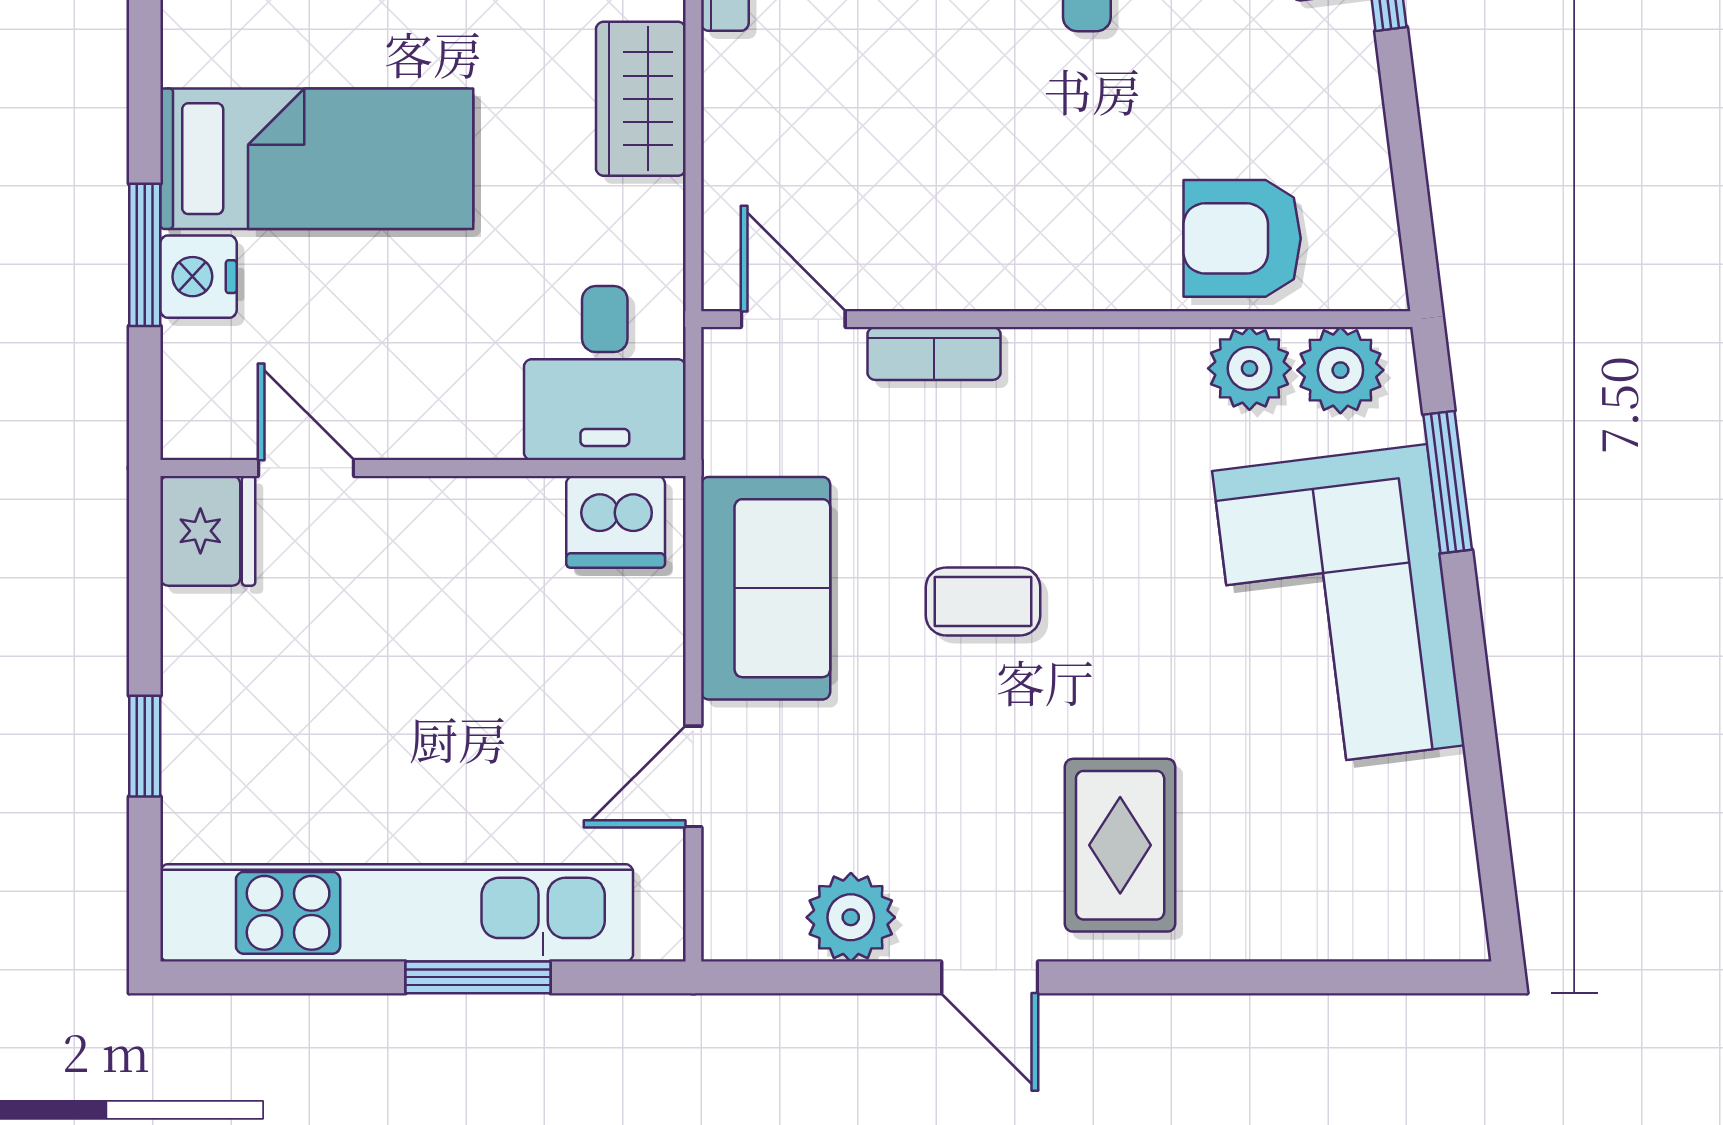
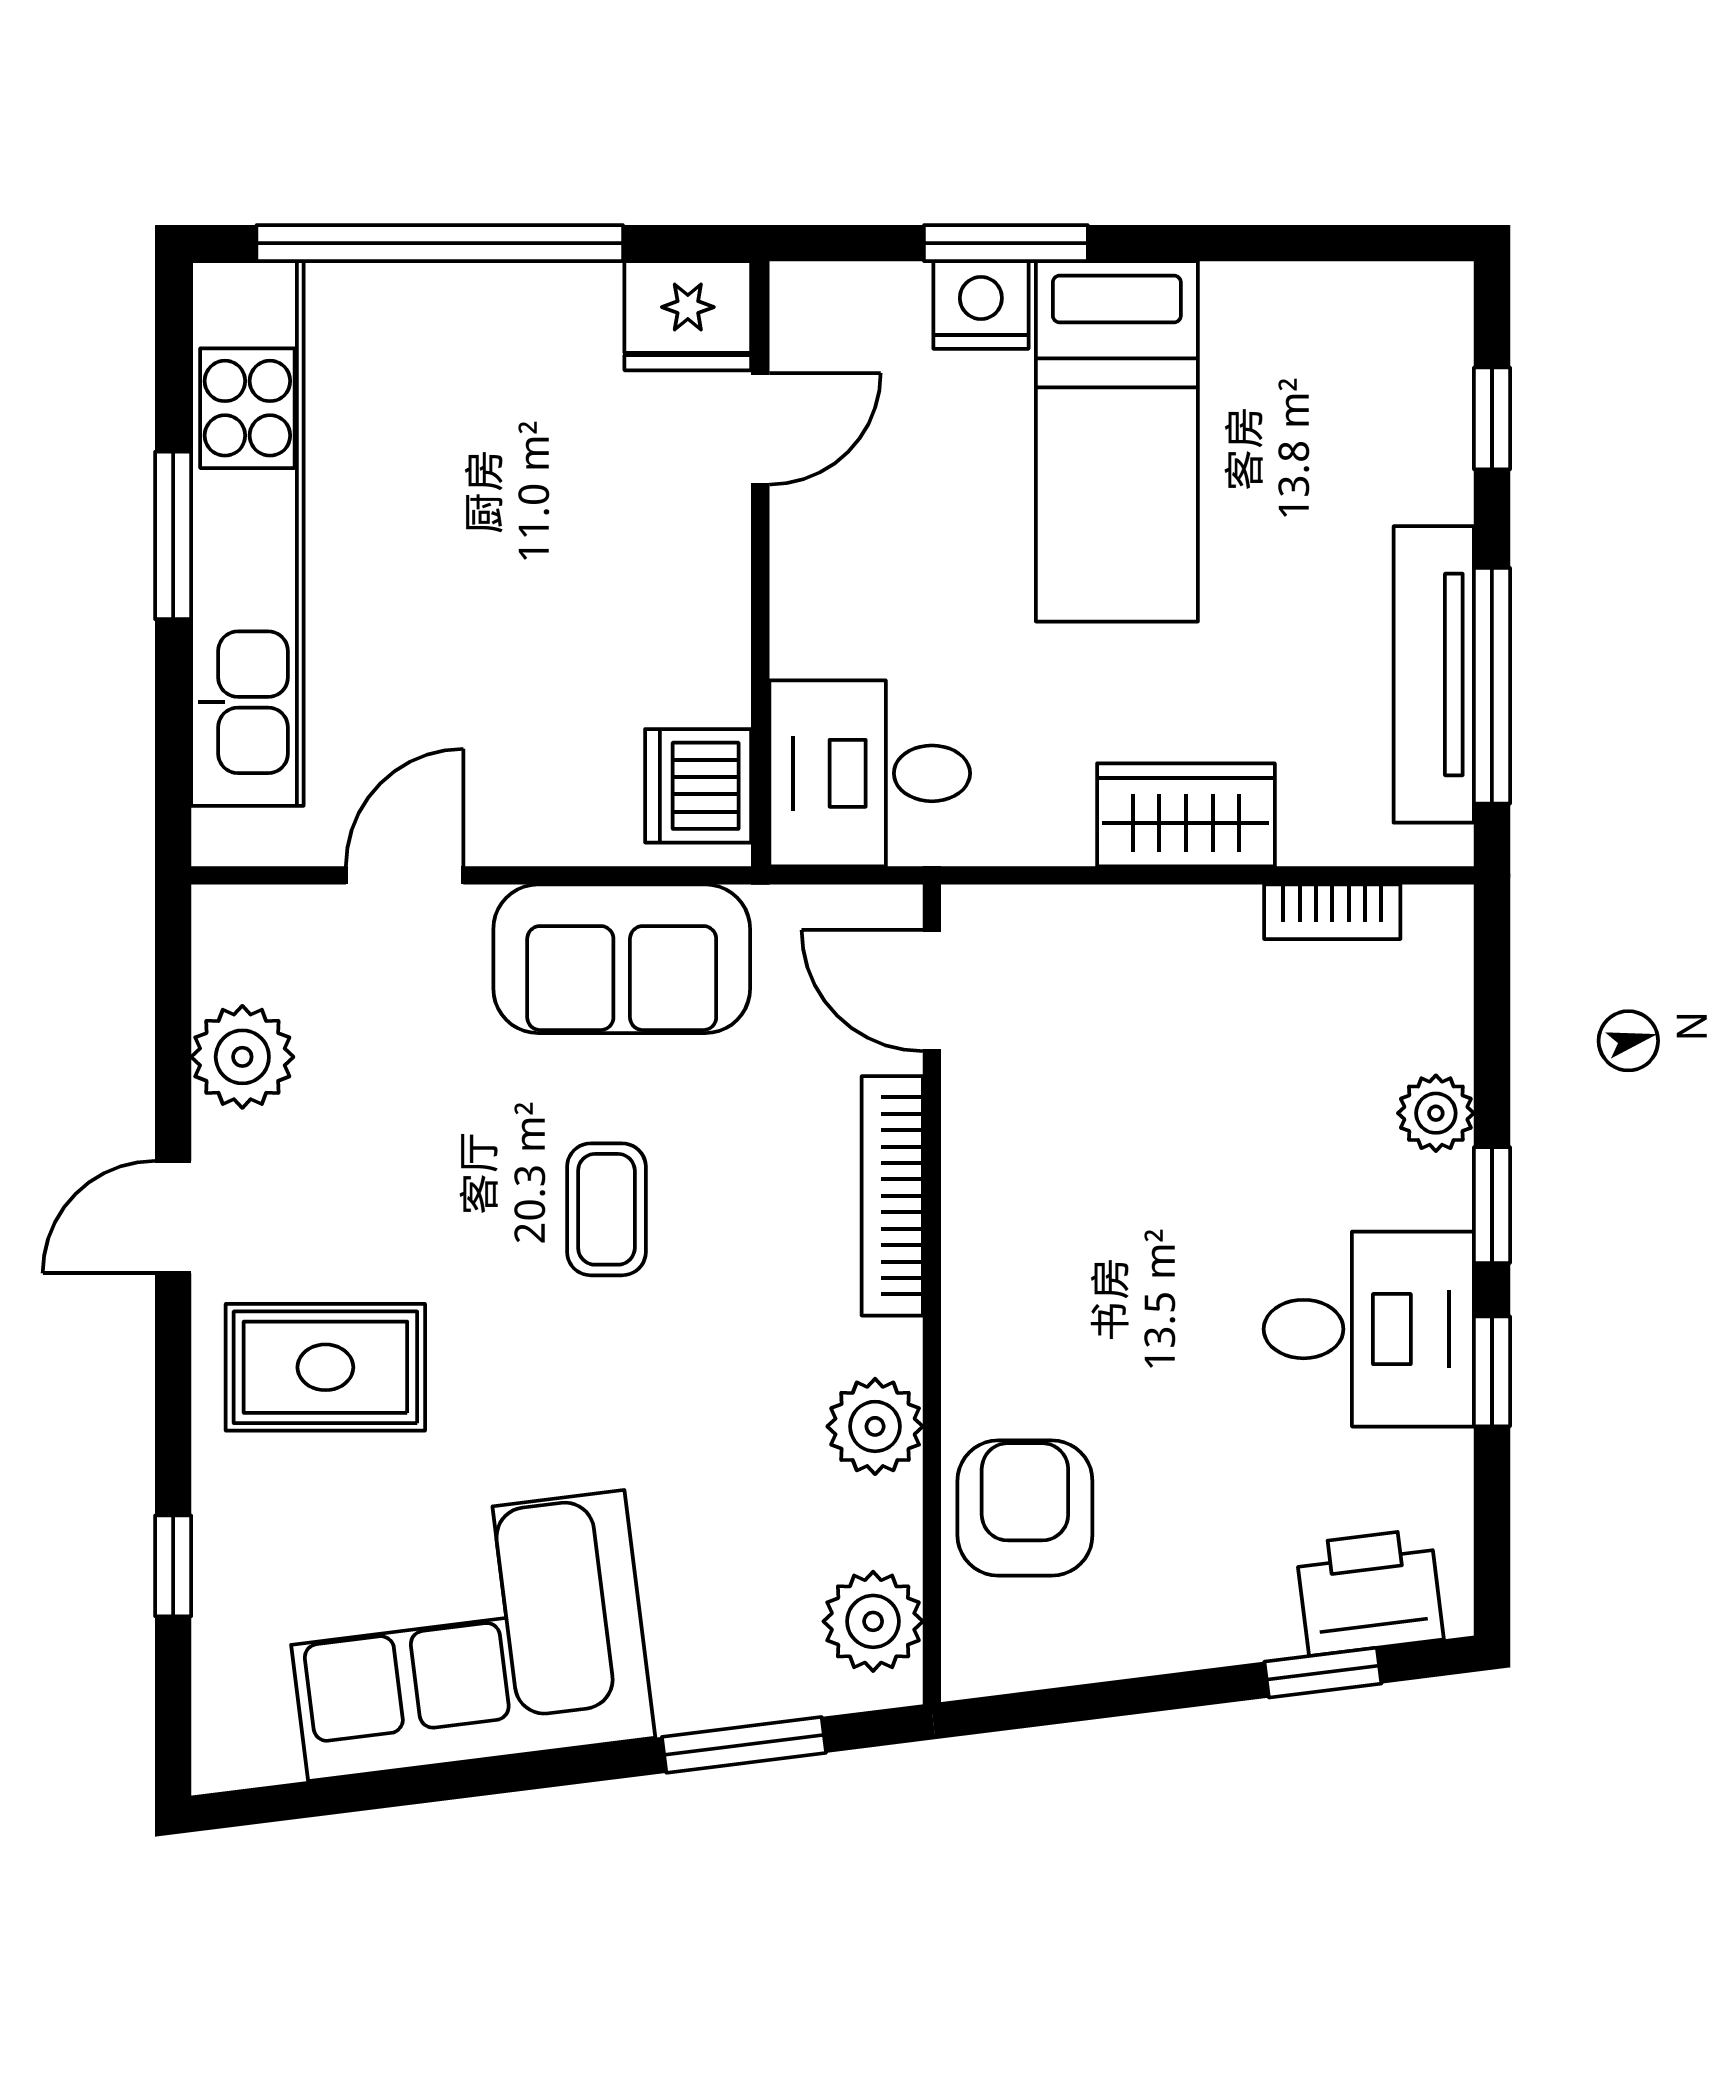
door: (793, 319) -> (932, 991), swing flipped
bookcase: (934, 354) -> (892, 1196), width x1.56
plant: (1249, 368) -> (875, 1426), moved
corner sofa: (1338, 608) -> (466, 1635), moved
window: (145, 746) -> (440, 243), width x3.17
door: (693, 777) -> (405, 875), hinge flipped
window: (478, 977) -> (173, 535), moved
window: (1292, 977) -> (173, 1566), added

